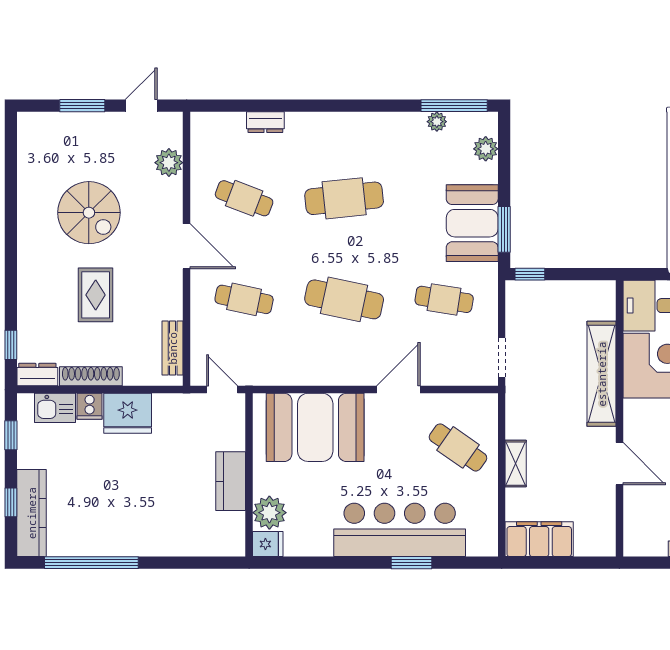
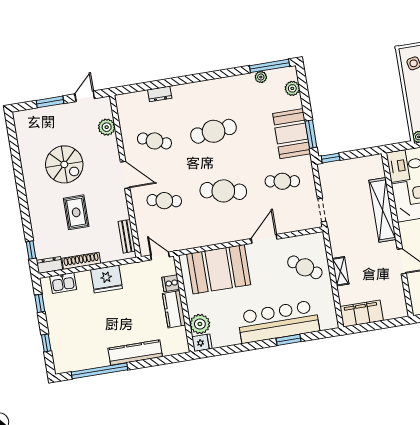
cooker: (90, 406) -> (171, 283), moved, turned 90
kitchen counter: (32, 513) -> (135, 353), moved, turned -90

